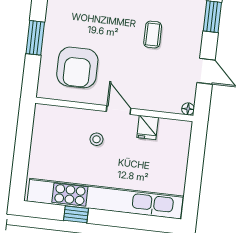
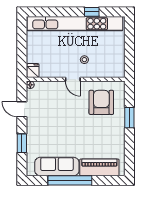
coffee table: (153, 35) -> (57, 128), removed
fridge: (148, 127) -> (33, 71), moved

